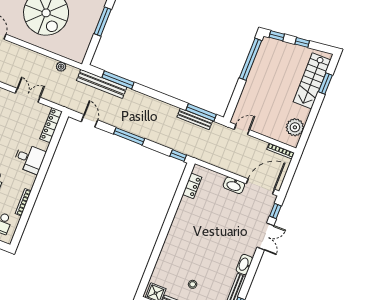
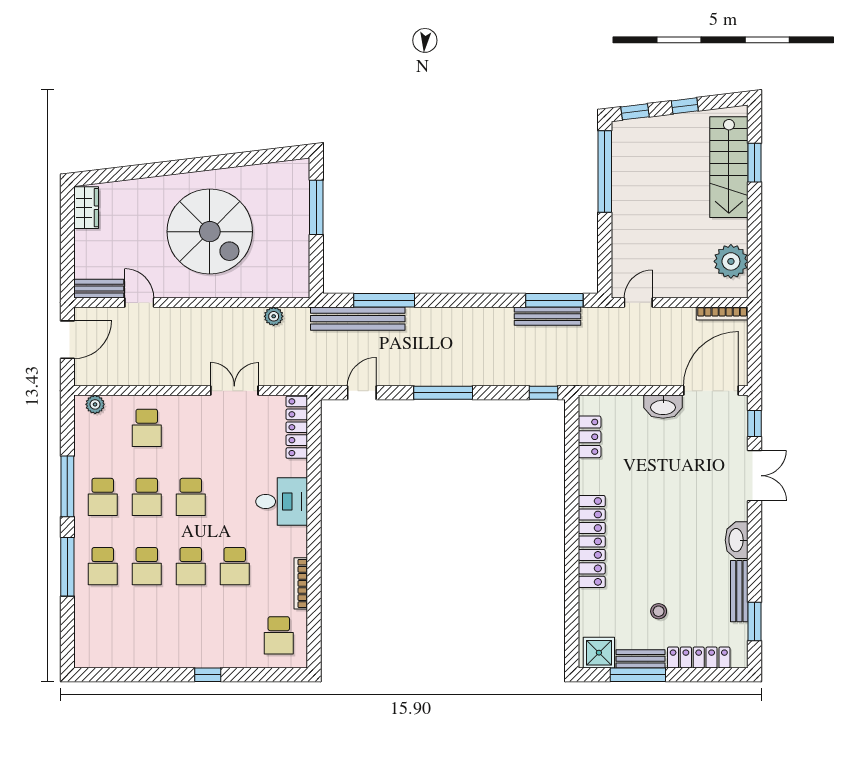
door: (89, 121) -> (362, 393), hinge flipped
locker: (173, 237) -> (592, 541), added

